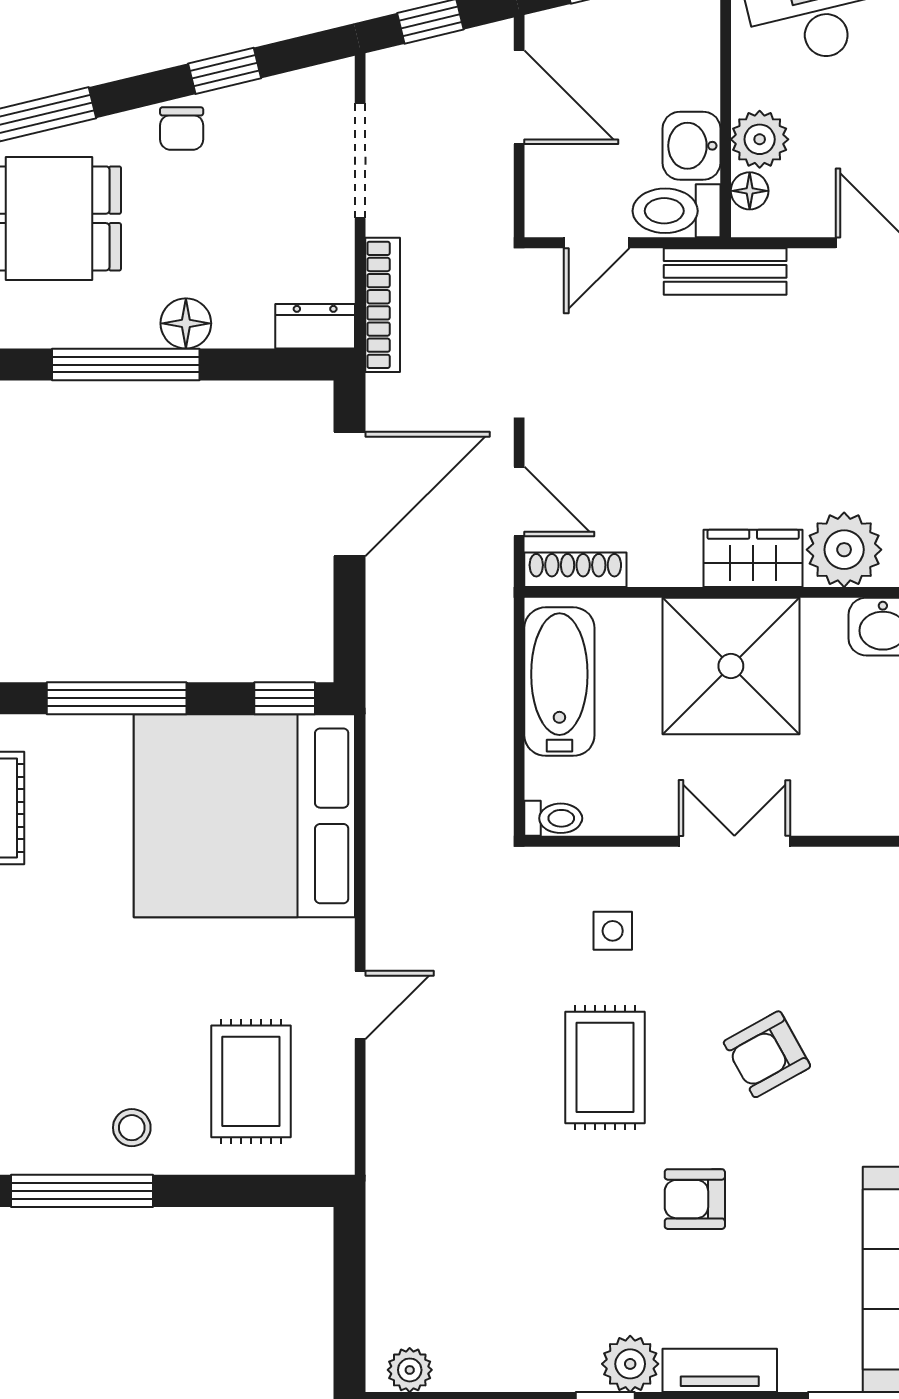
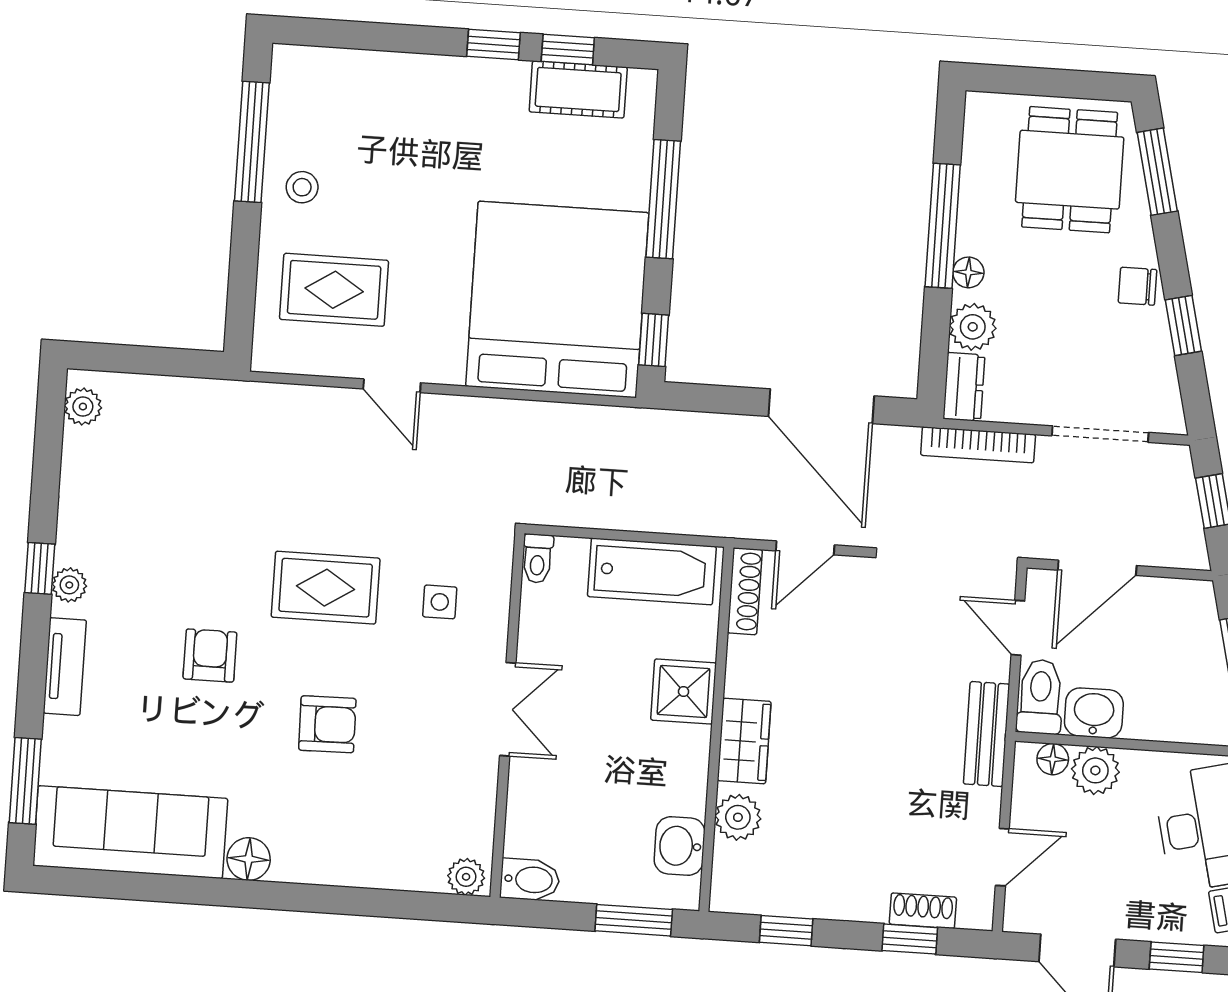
door: (519, 97) -> (1097, 568), moved
plant: (243, 321) -> (973, 327), added
floor lamp: (186, 323) -> (968, 272), width x0.73, depth x0.73
plant: (844, 550) -> (738, 817), width x0.73, depth x0.73
shower: (731, 666) -> (684, 691), width x0.54, depth x0.54
armchair: (767, 1054) -> (327, 724), turned 118
plant: (630, 1364) -> (69, 585), width x0.73, depth x0.73

